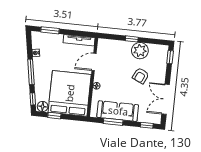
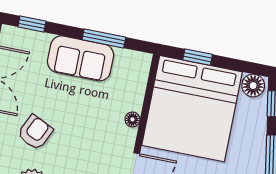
sofa: (118, 111) -> (81, 58), width x0.73
window: (54, 116) -> (198, 57), moved

